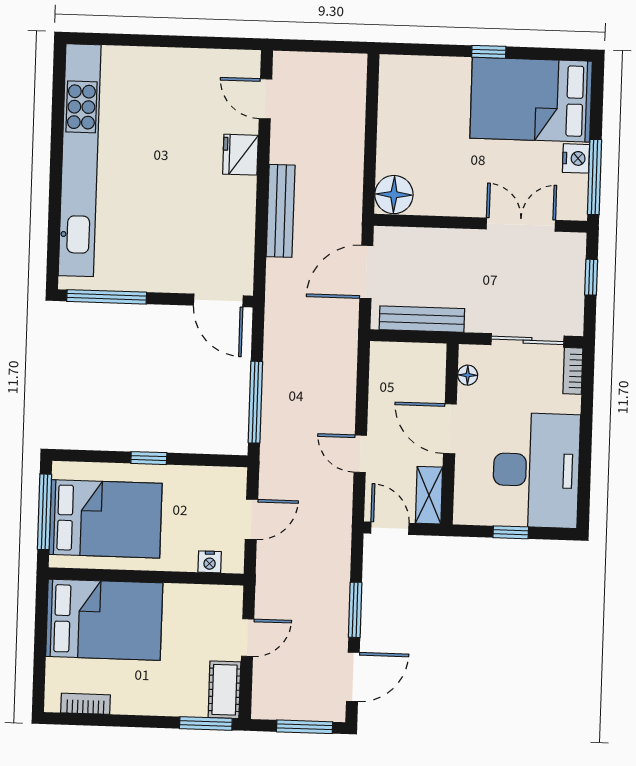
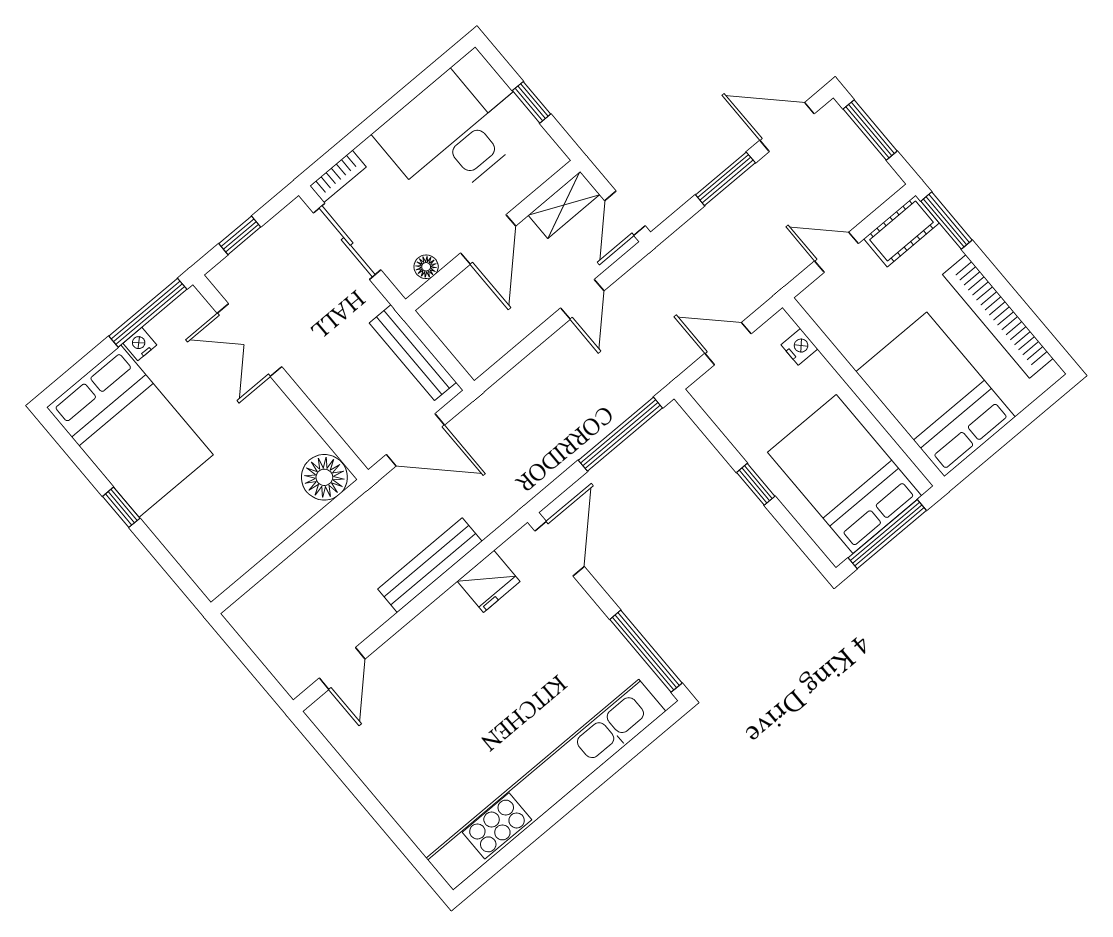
fridge: (240, 155) -> (489, 581), moved
nightstand: (576, 158) -> (140, 344), width x0.72, depth x0.74
bookcase: (86, 704) -> (998, 316), width x2.31, depth x1.31

